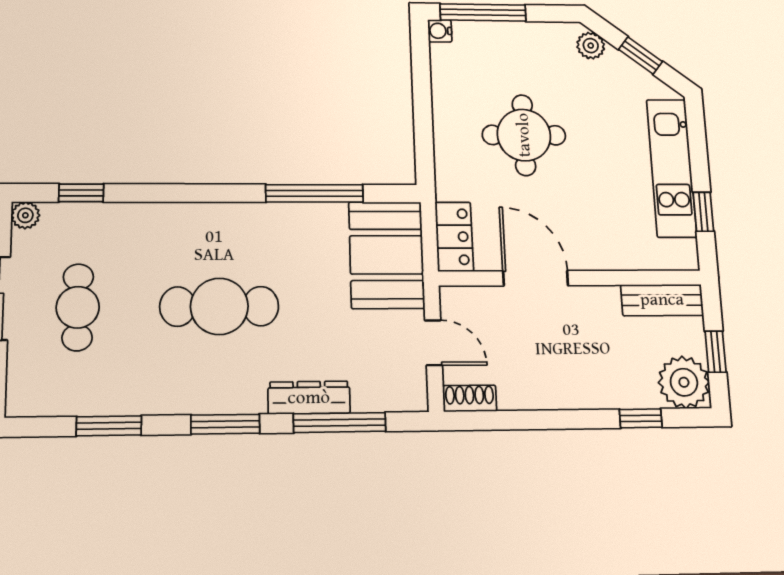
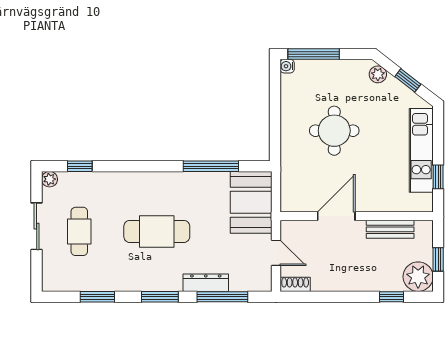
locker: (454, 237) -> (290, 192), removed
door: (536, 278) -> (336, 216), hinge flipped
bench: (662, 300) -> (390, 229), moved

